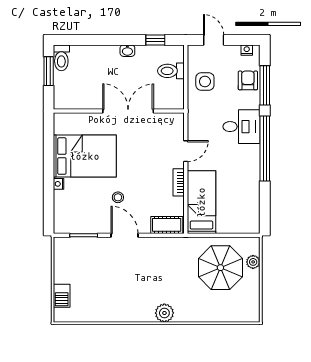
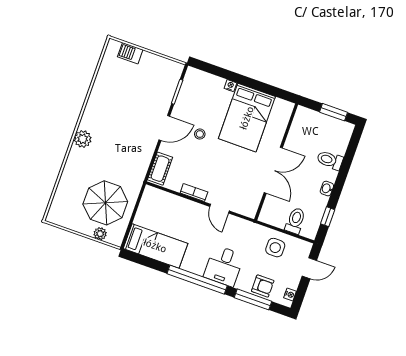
toilet: (61, 58) -> (330, 160), moved
bed: (201, 202) -> (155, 246), moved

